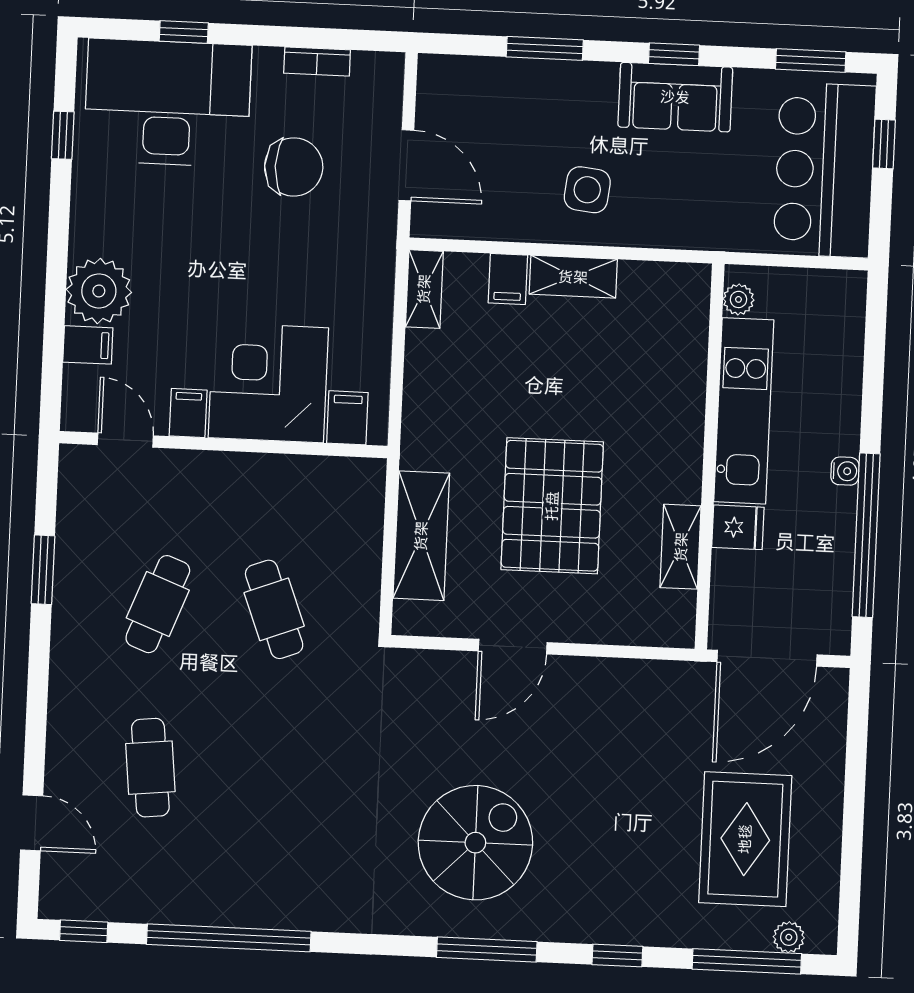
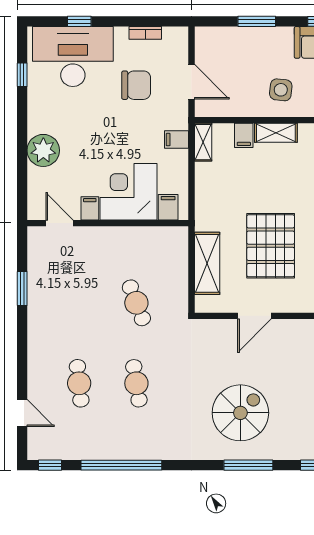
filing cabinet: (88, 345) -> (177, 140), moved, turned 180
cafe table: (158, 604) -> (136, 383), moved, turned -30

